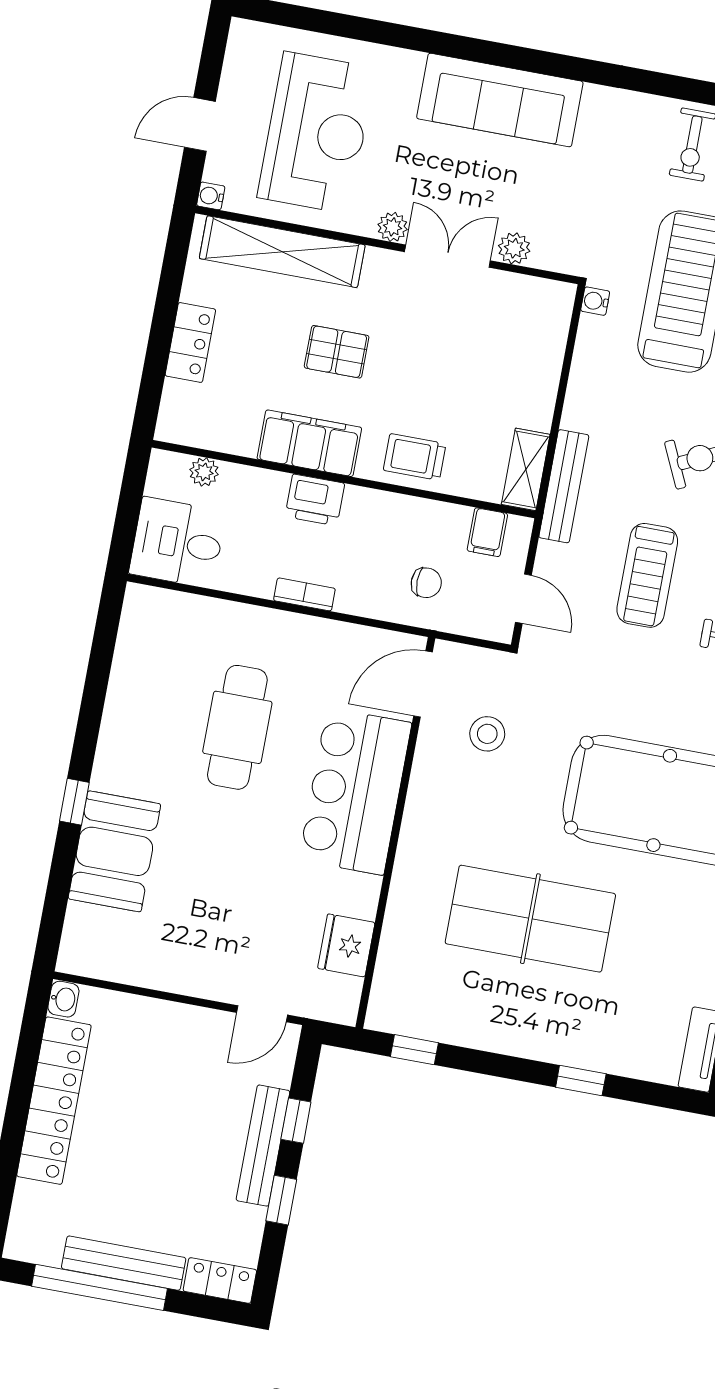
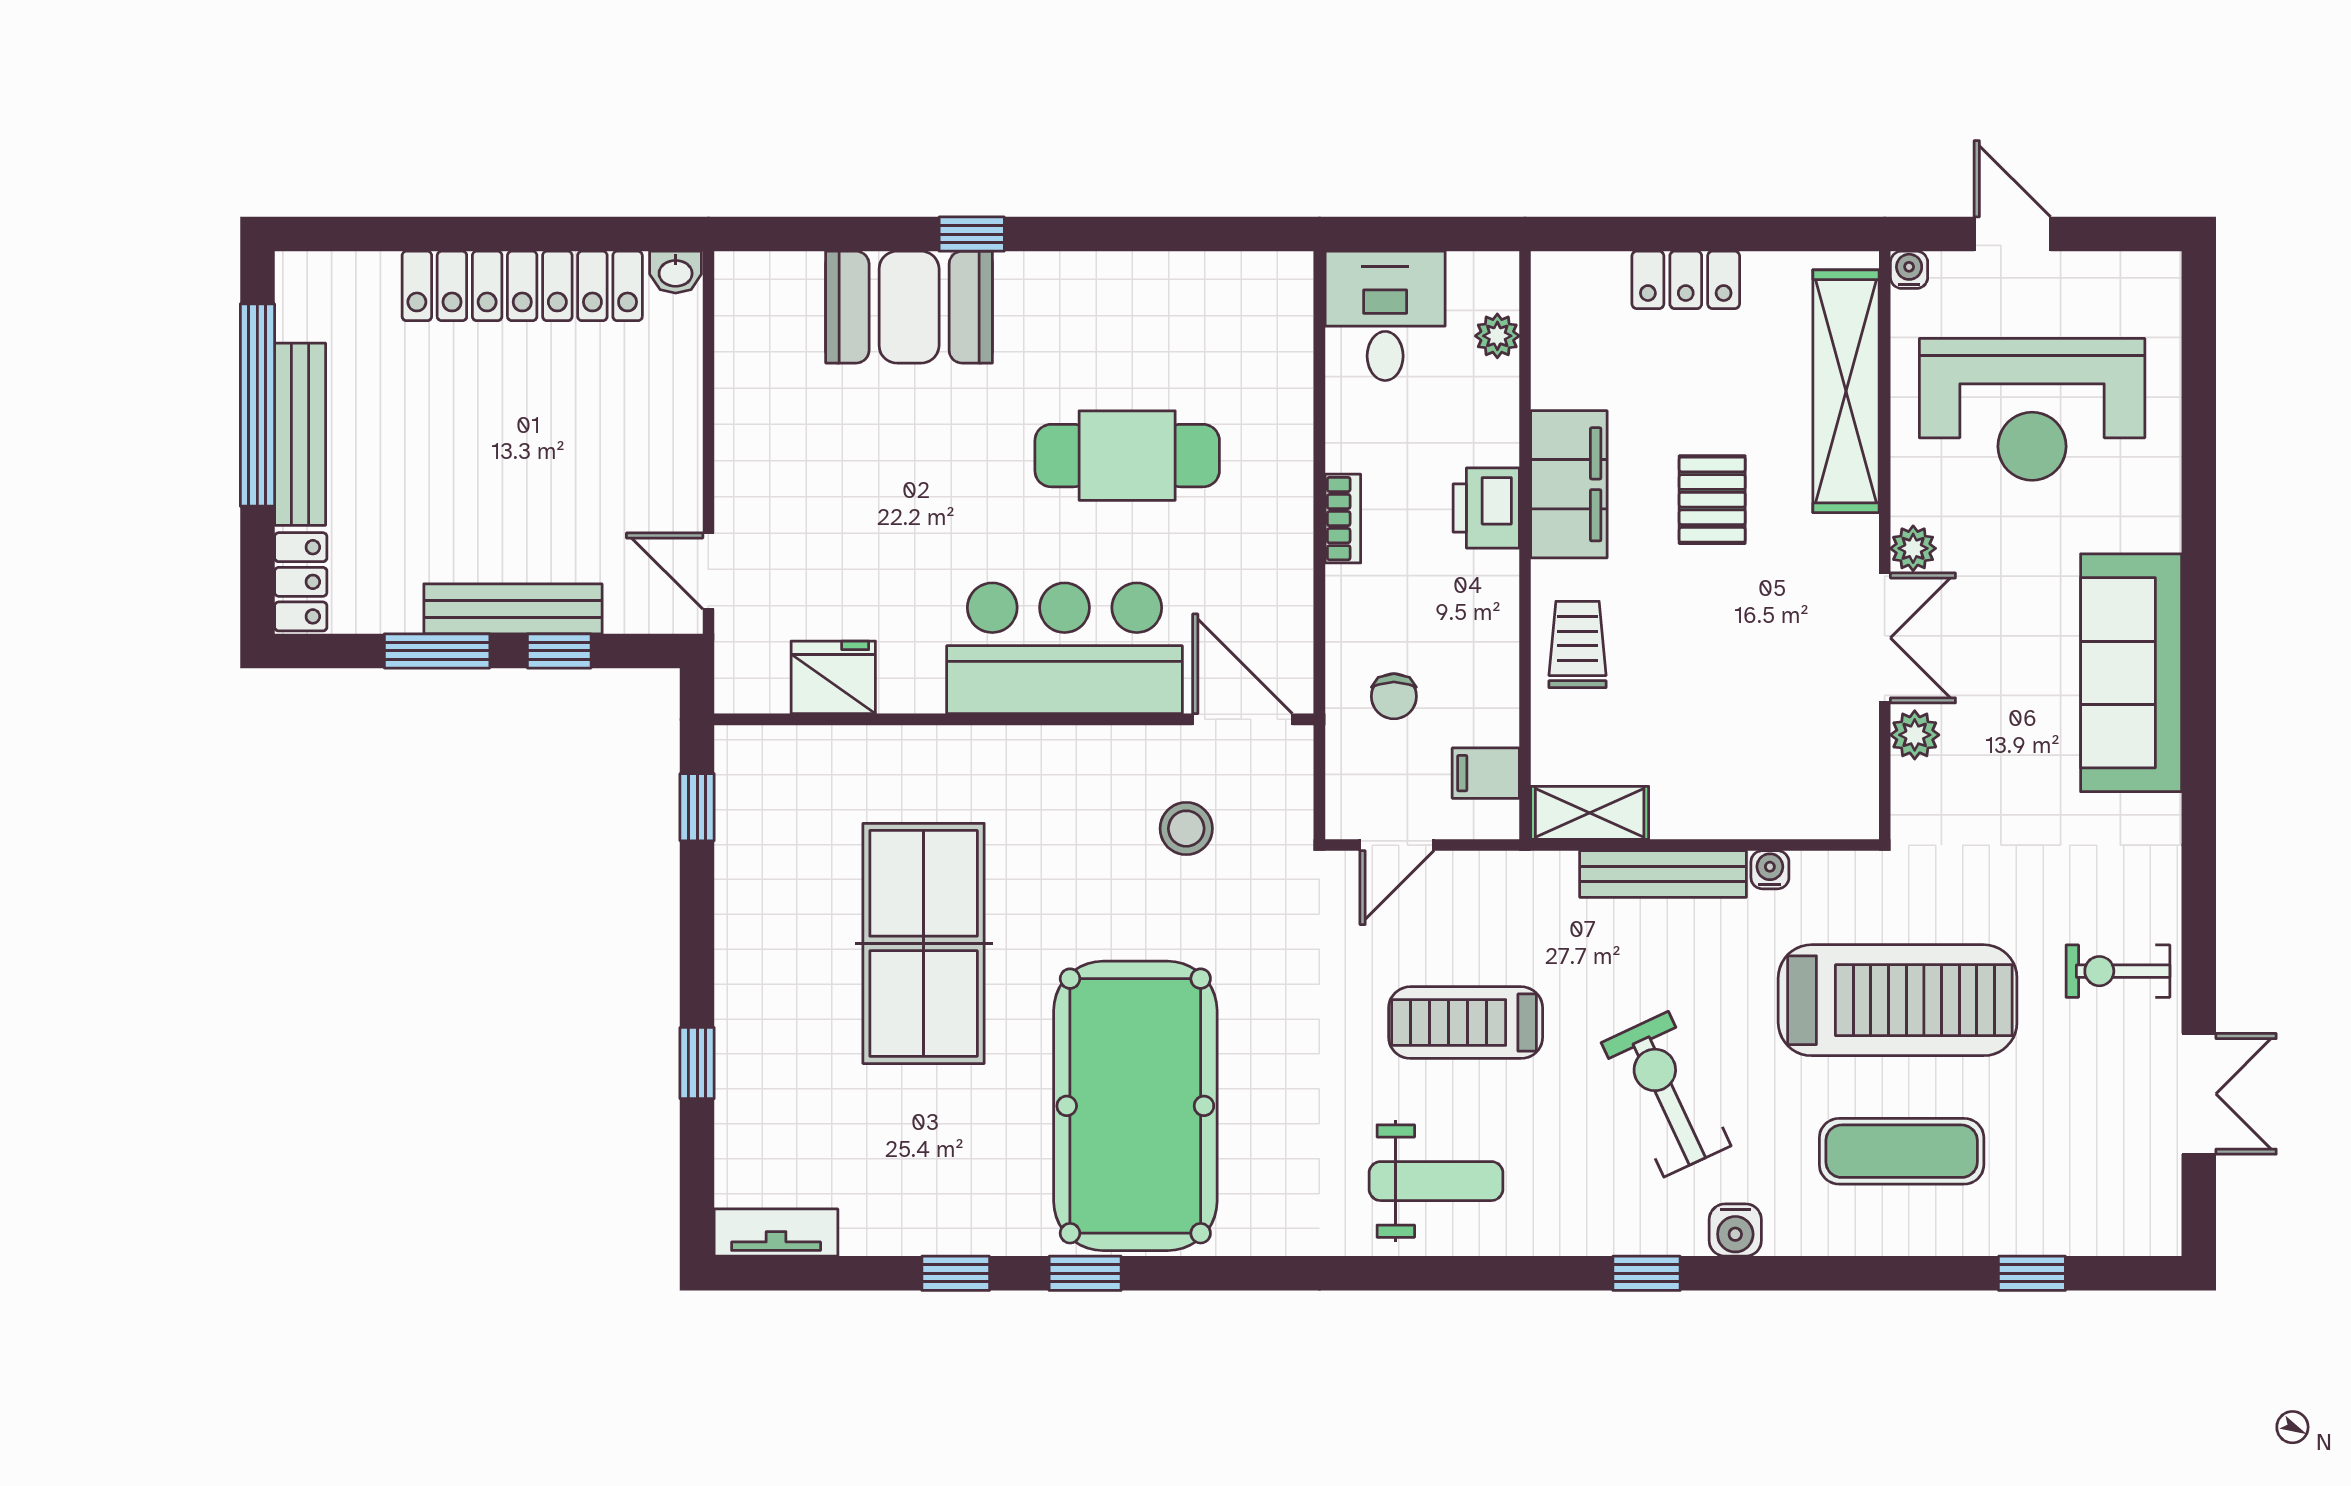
water cooler: (595, 301) -> (1770, 870), moved
bench: (564, 486) -> (1663, 874), moved
window: (281, 1200) -> (437, 651), width x1.50

